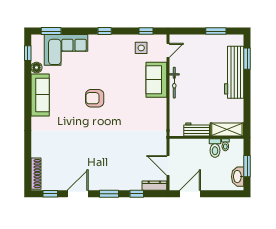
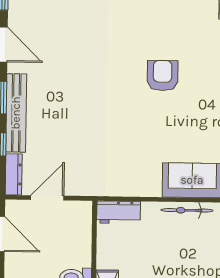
workbench: (197, 129) -> (118, 212), moved, turned 90
bench: (118, 185) -> (16, 113), added

